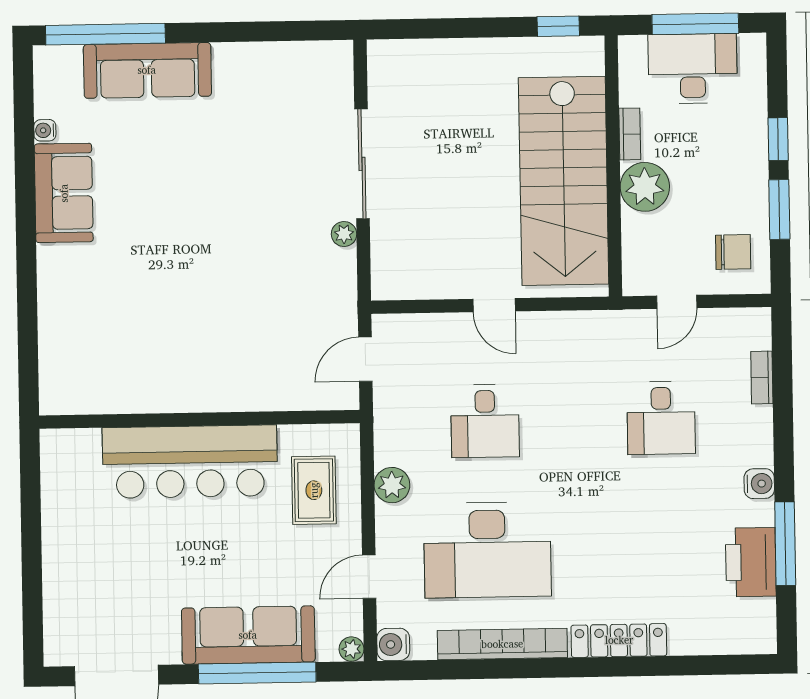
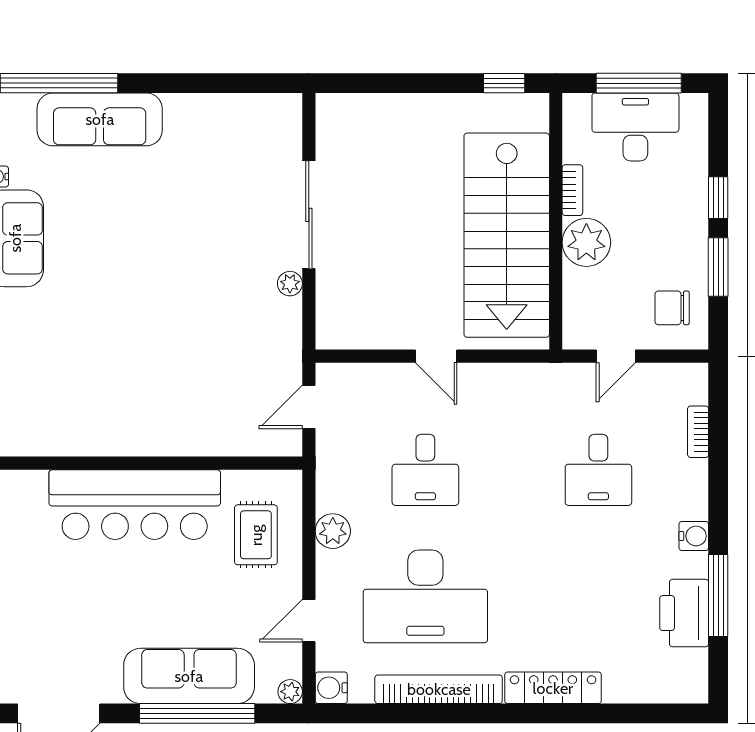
chair: (733, 252) -> (672, 308), turned 180

